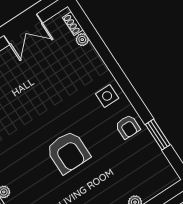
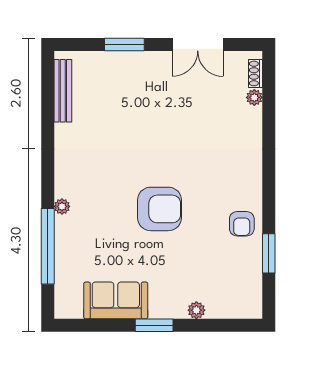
side table: (107, 96) -> (241, 176), removed
armchair: (68, 152) -> (159, 209), turned -90

